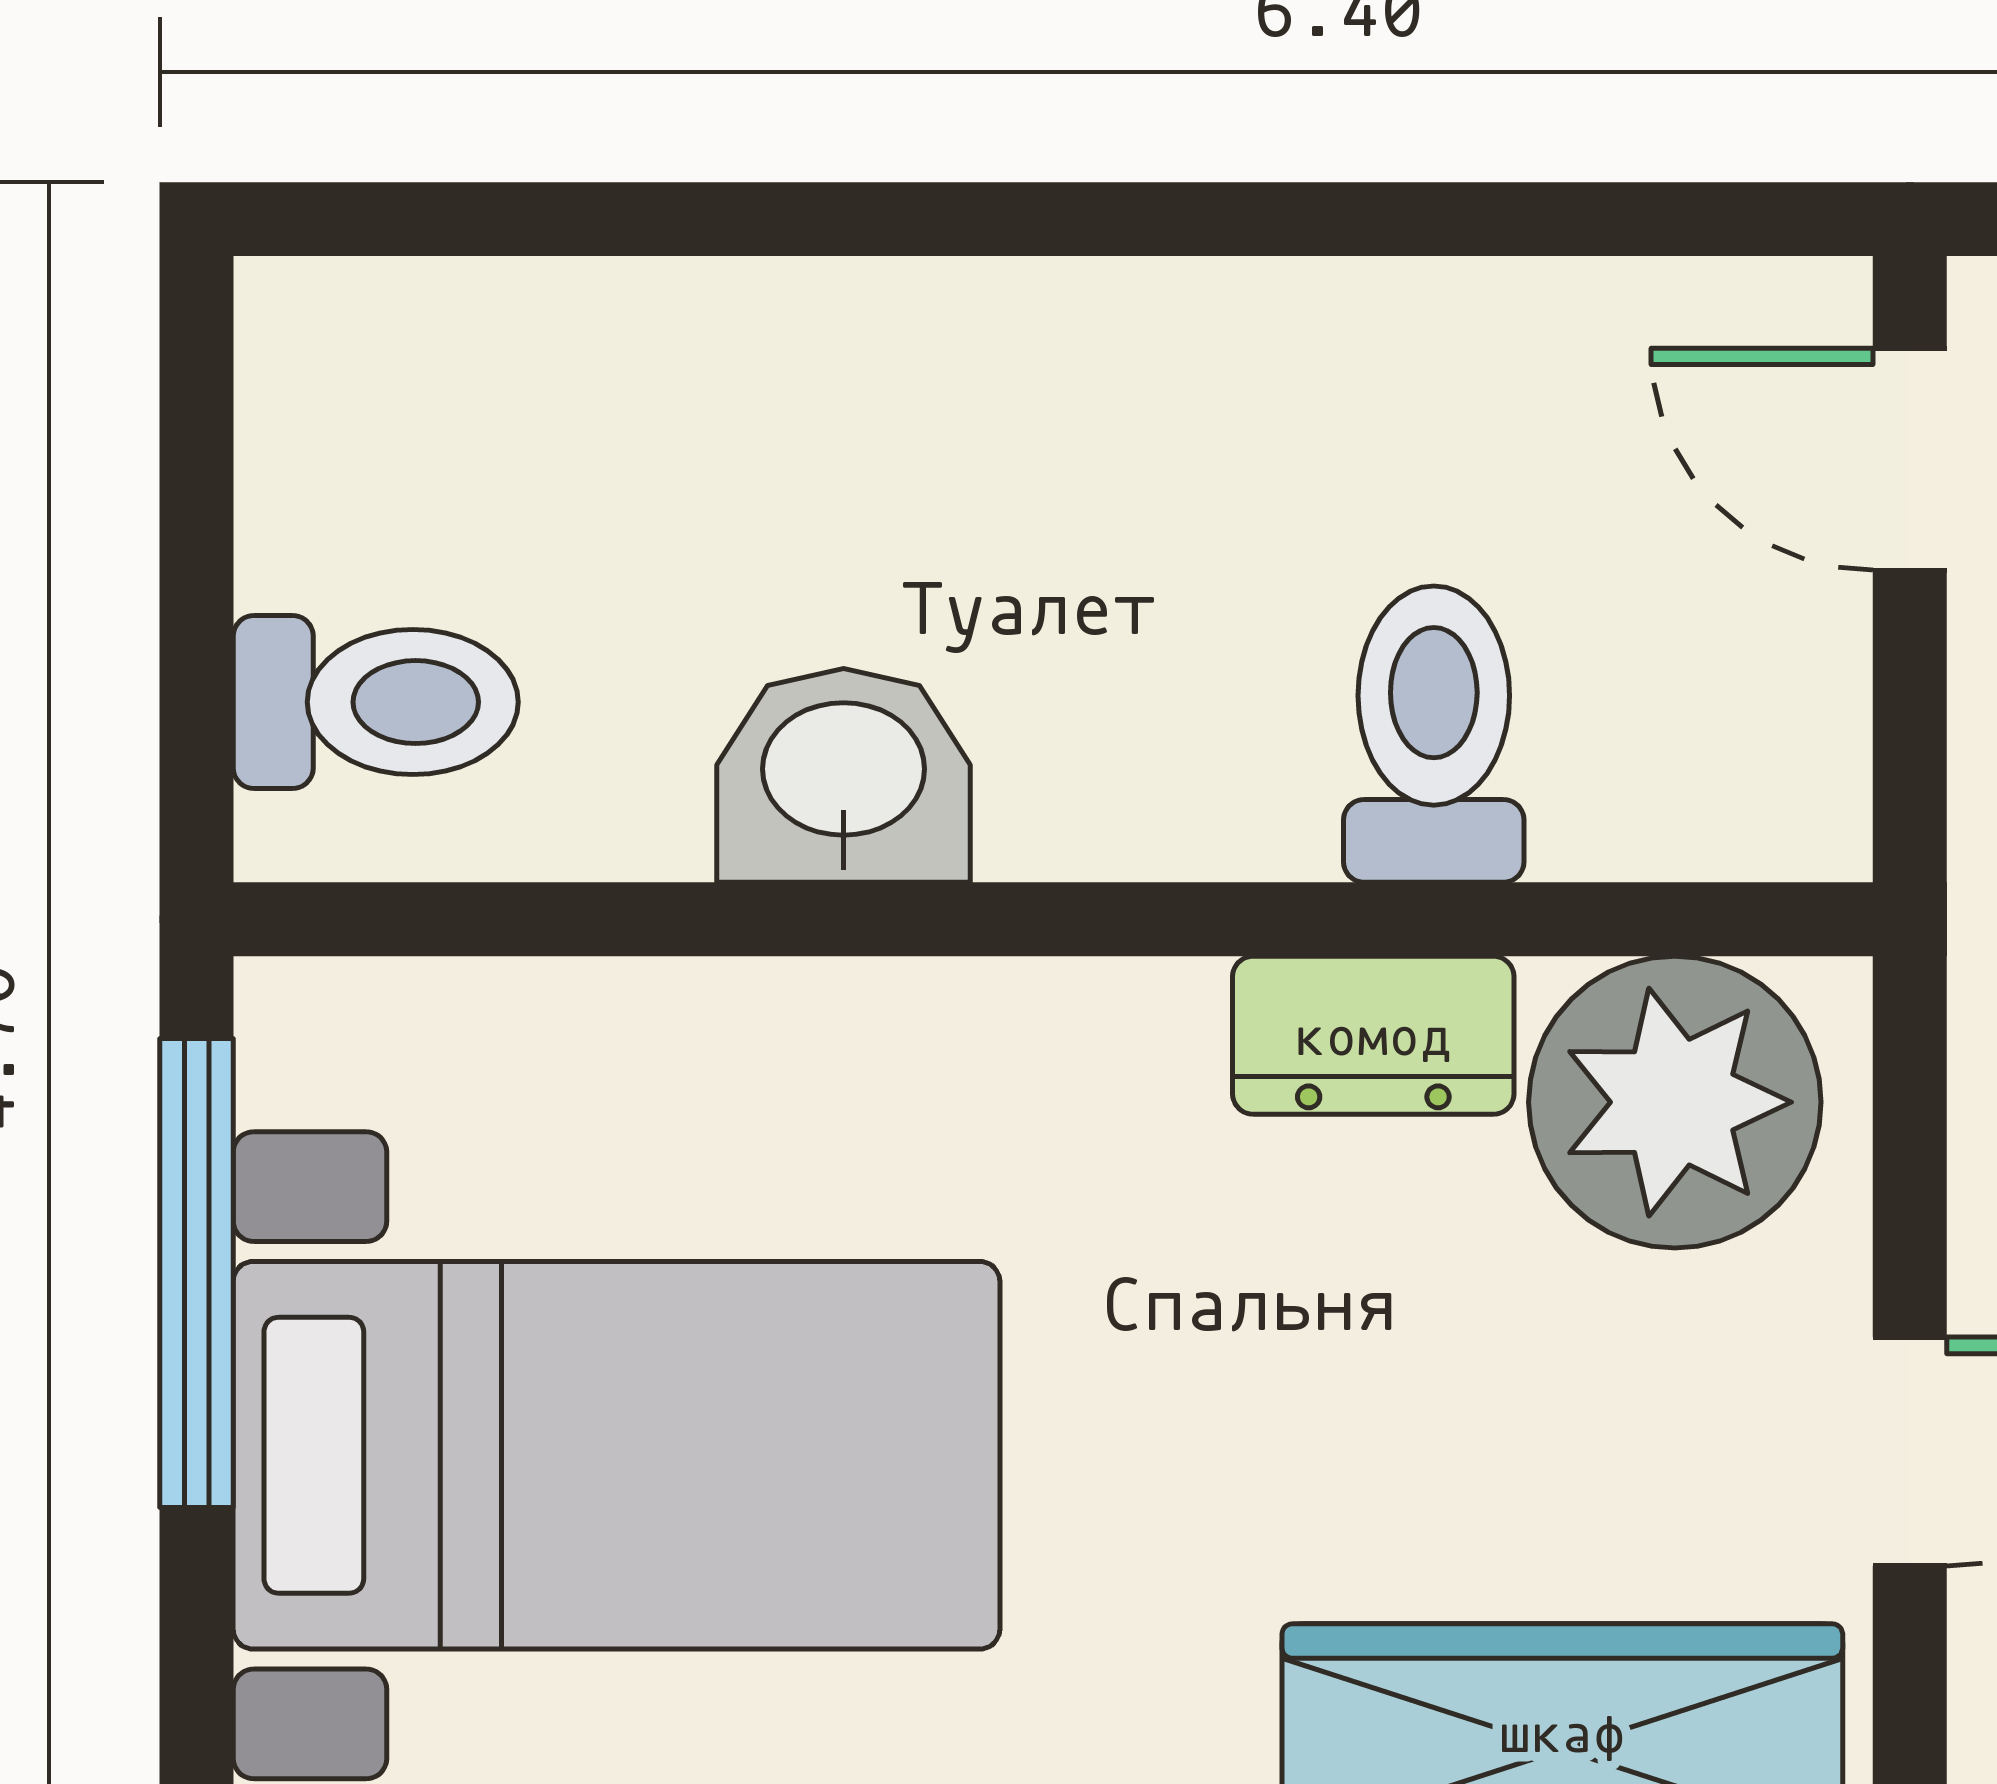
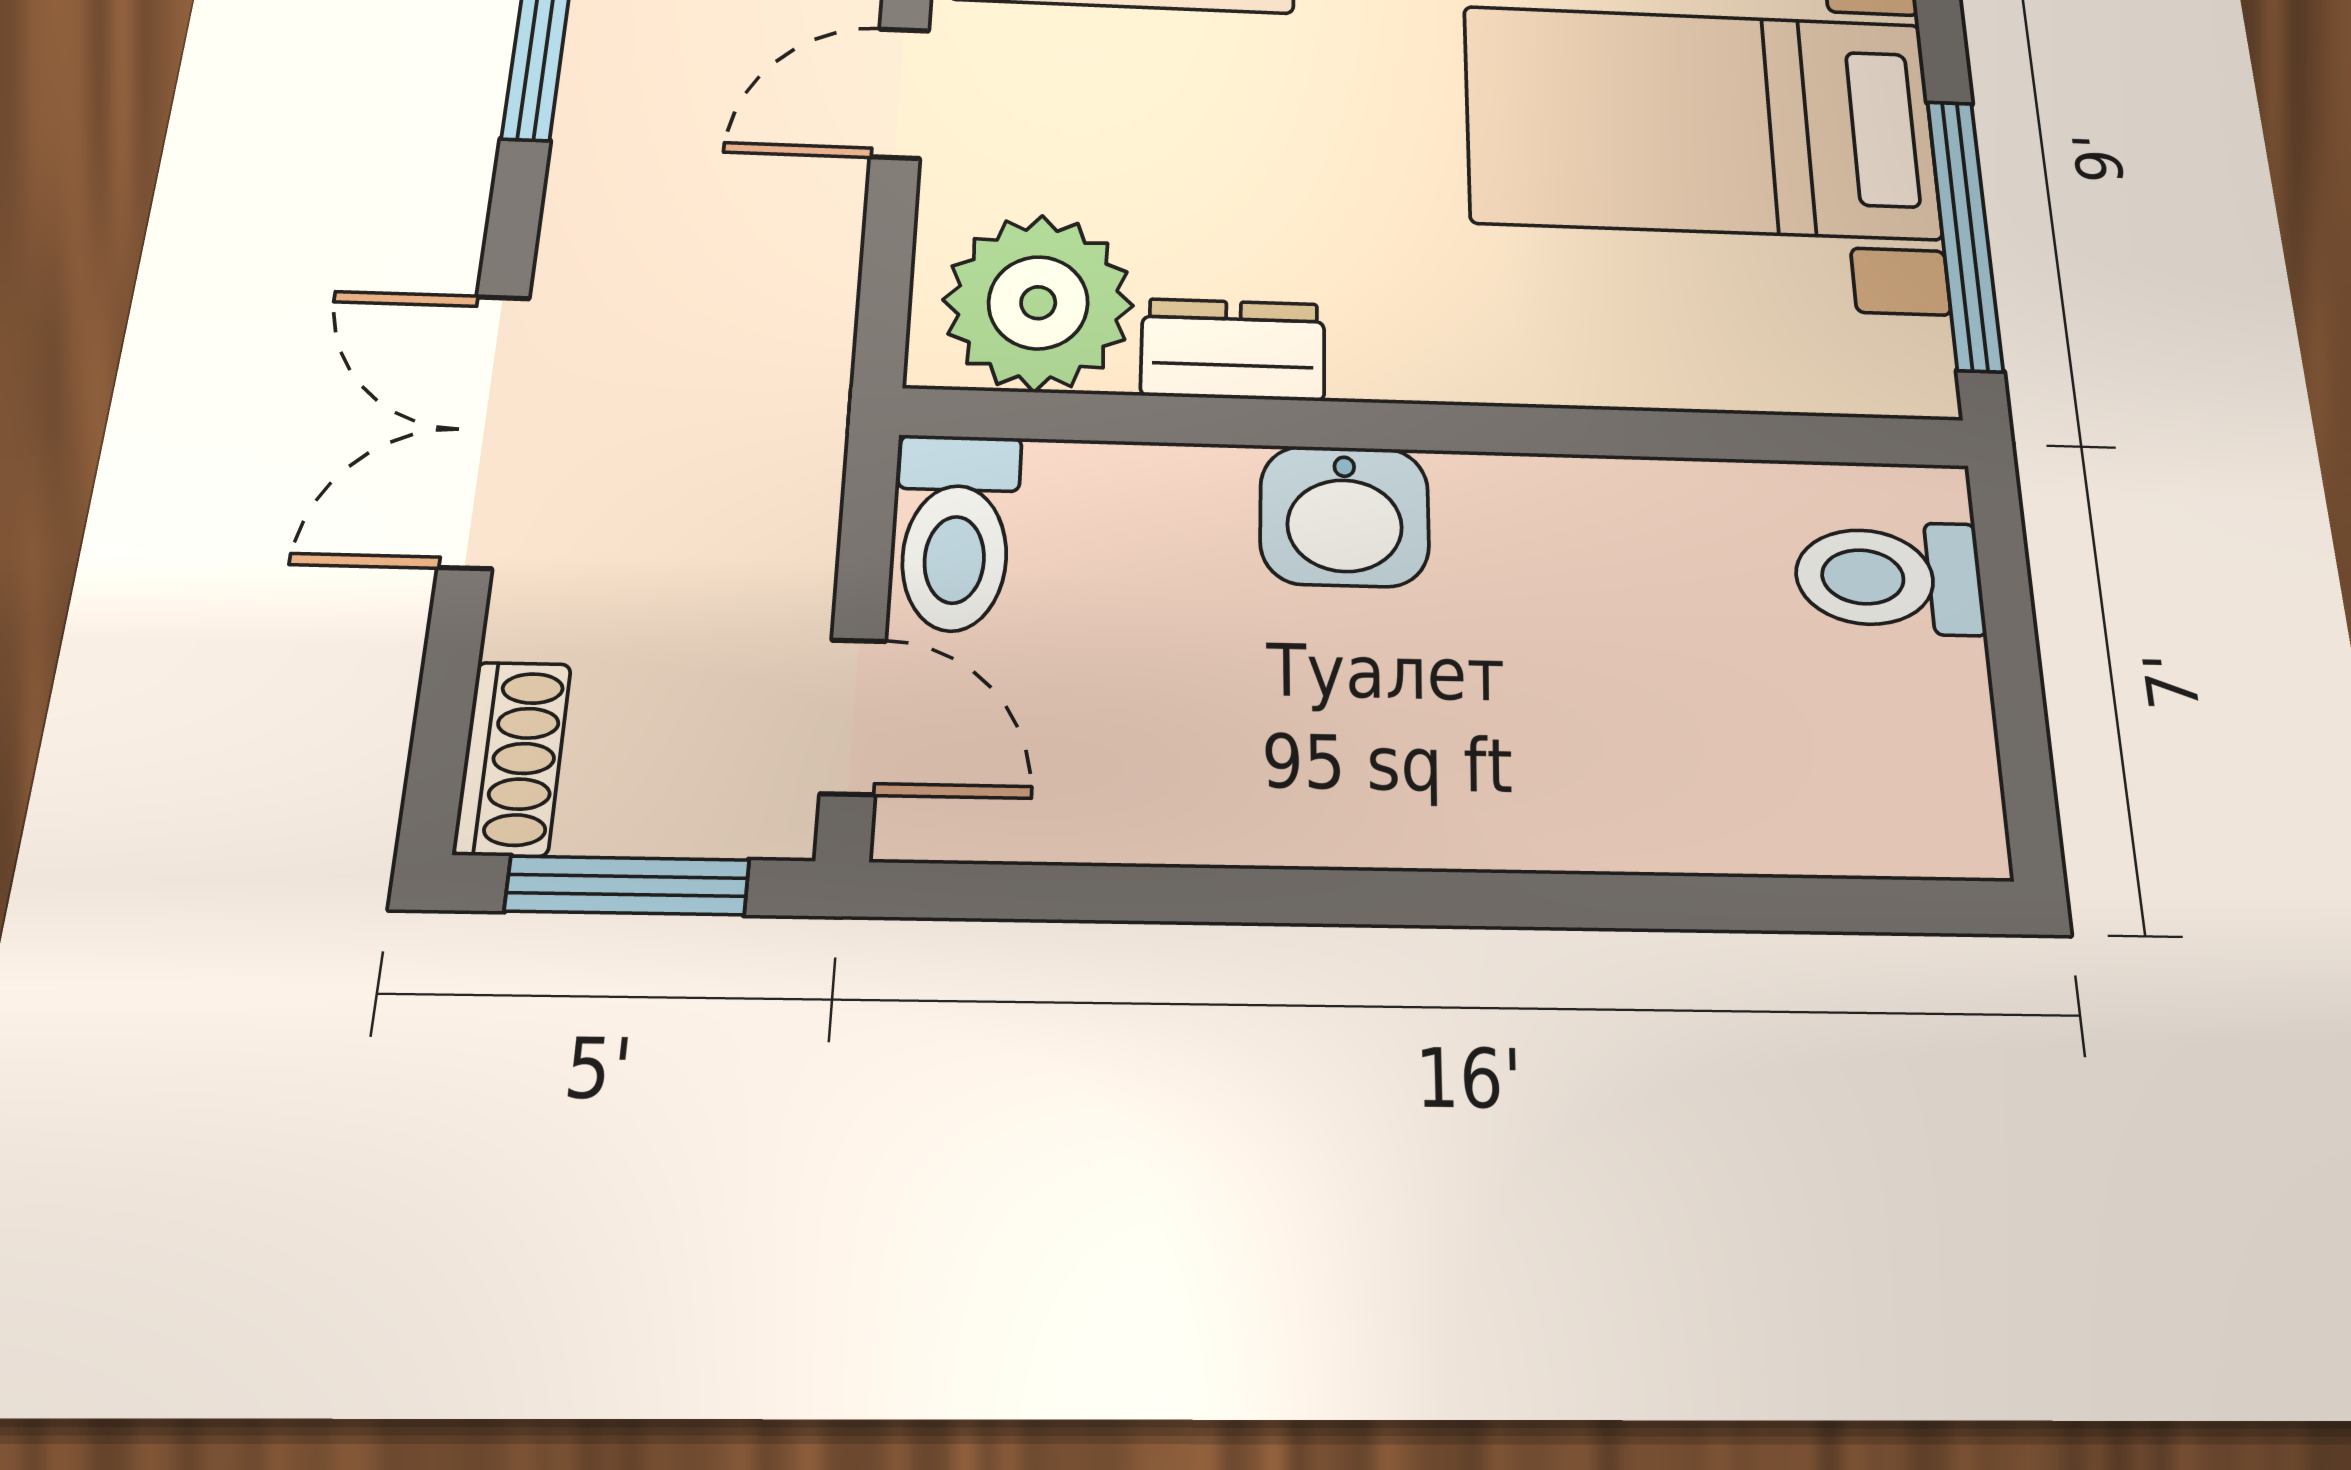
toilet: (1434, 734) -> (956, 532), moved
washbasin: (844, 775) -> (1345, 516), moved

